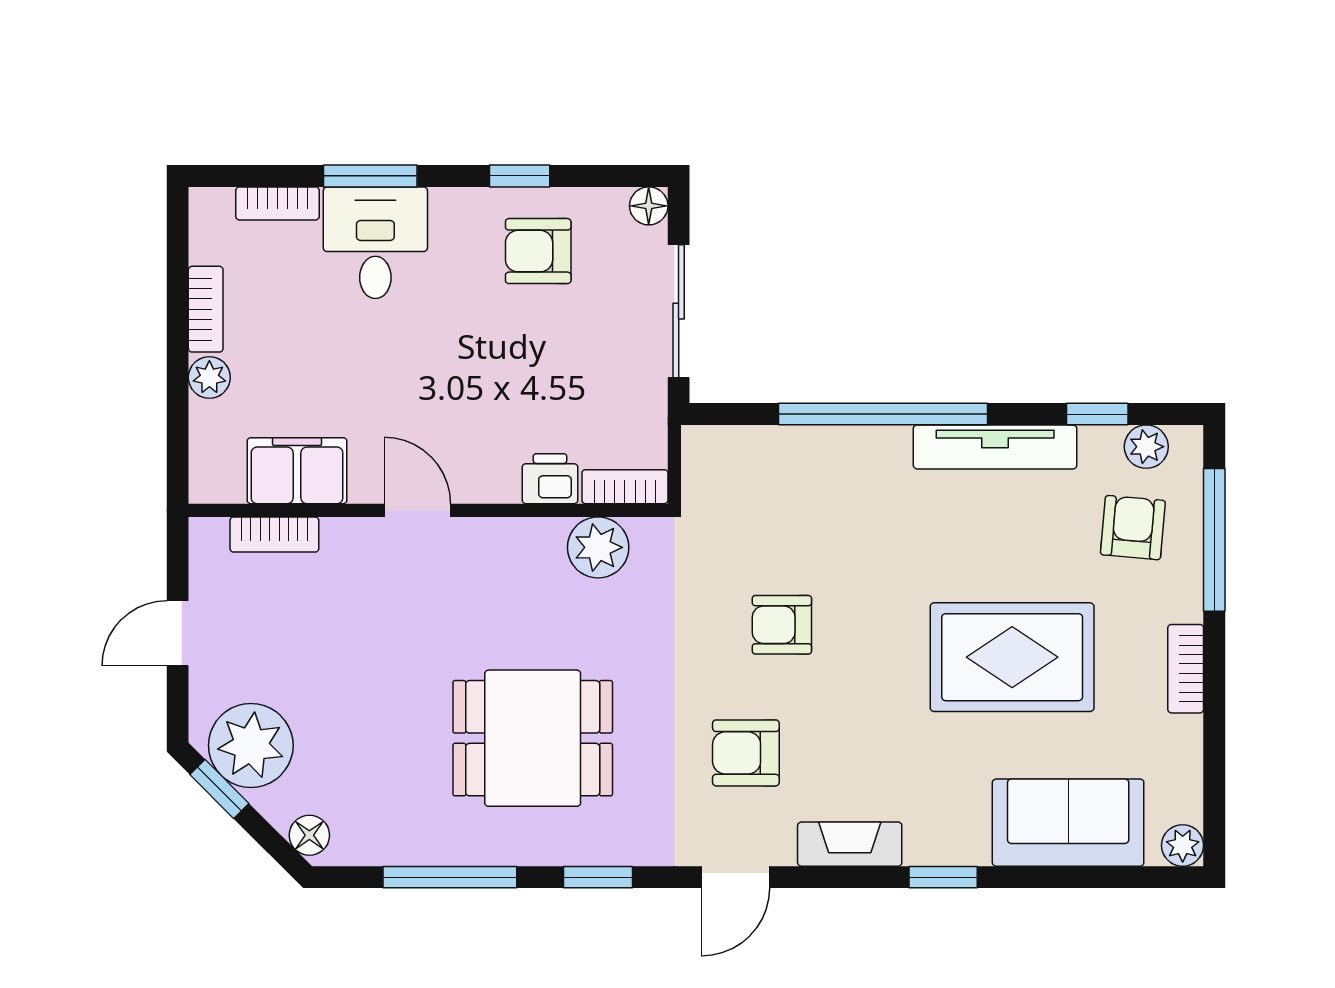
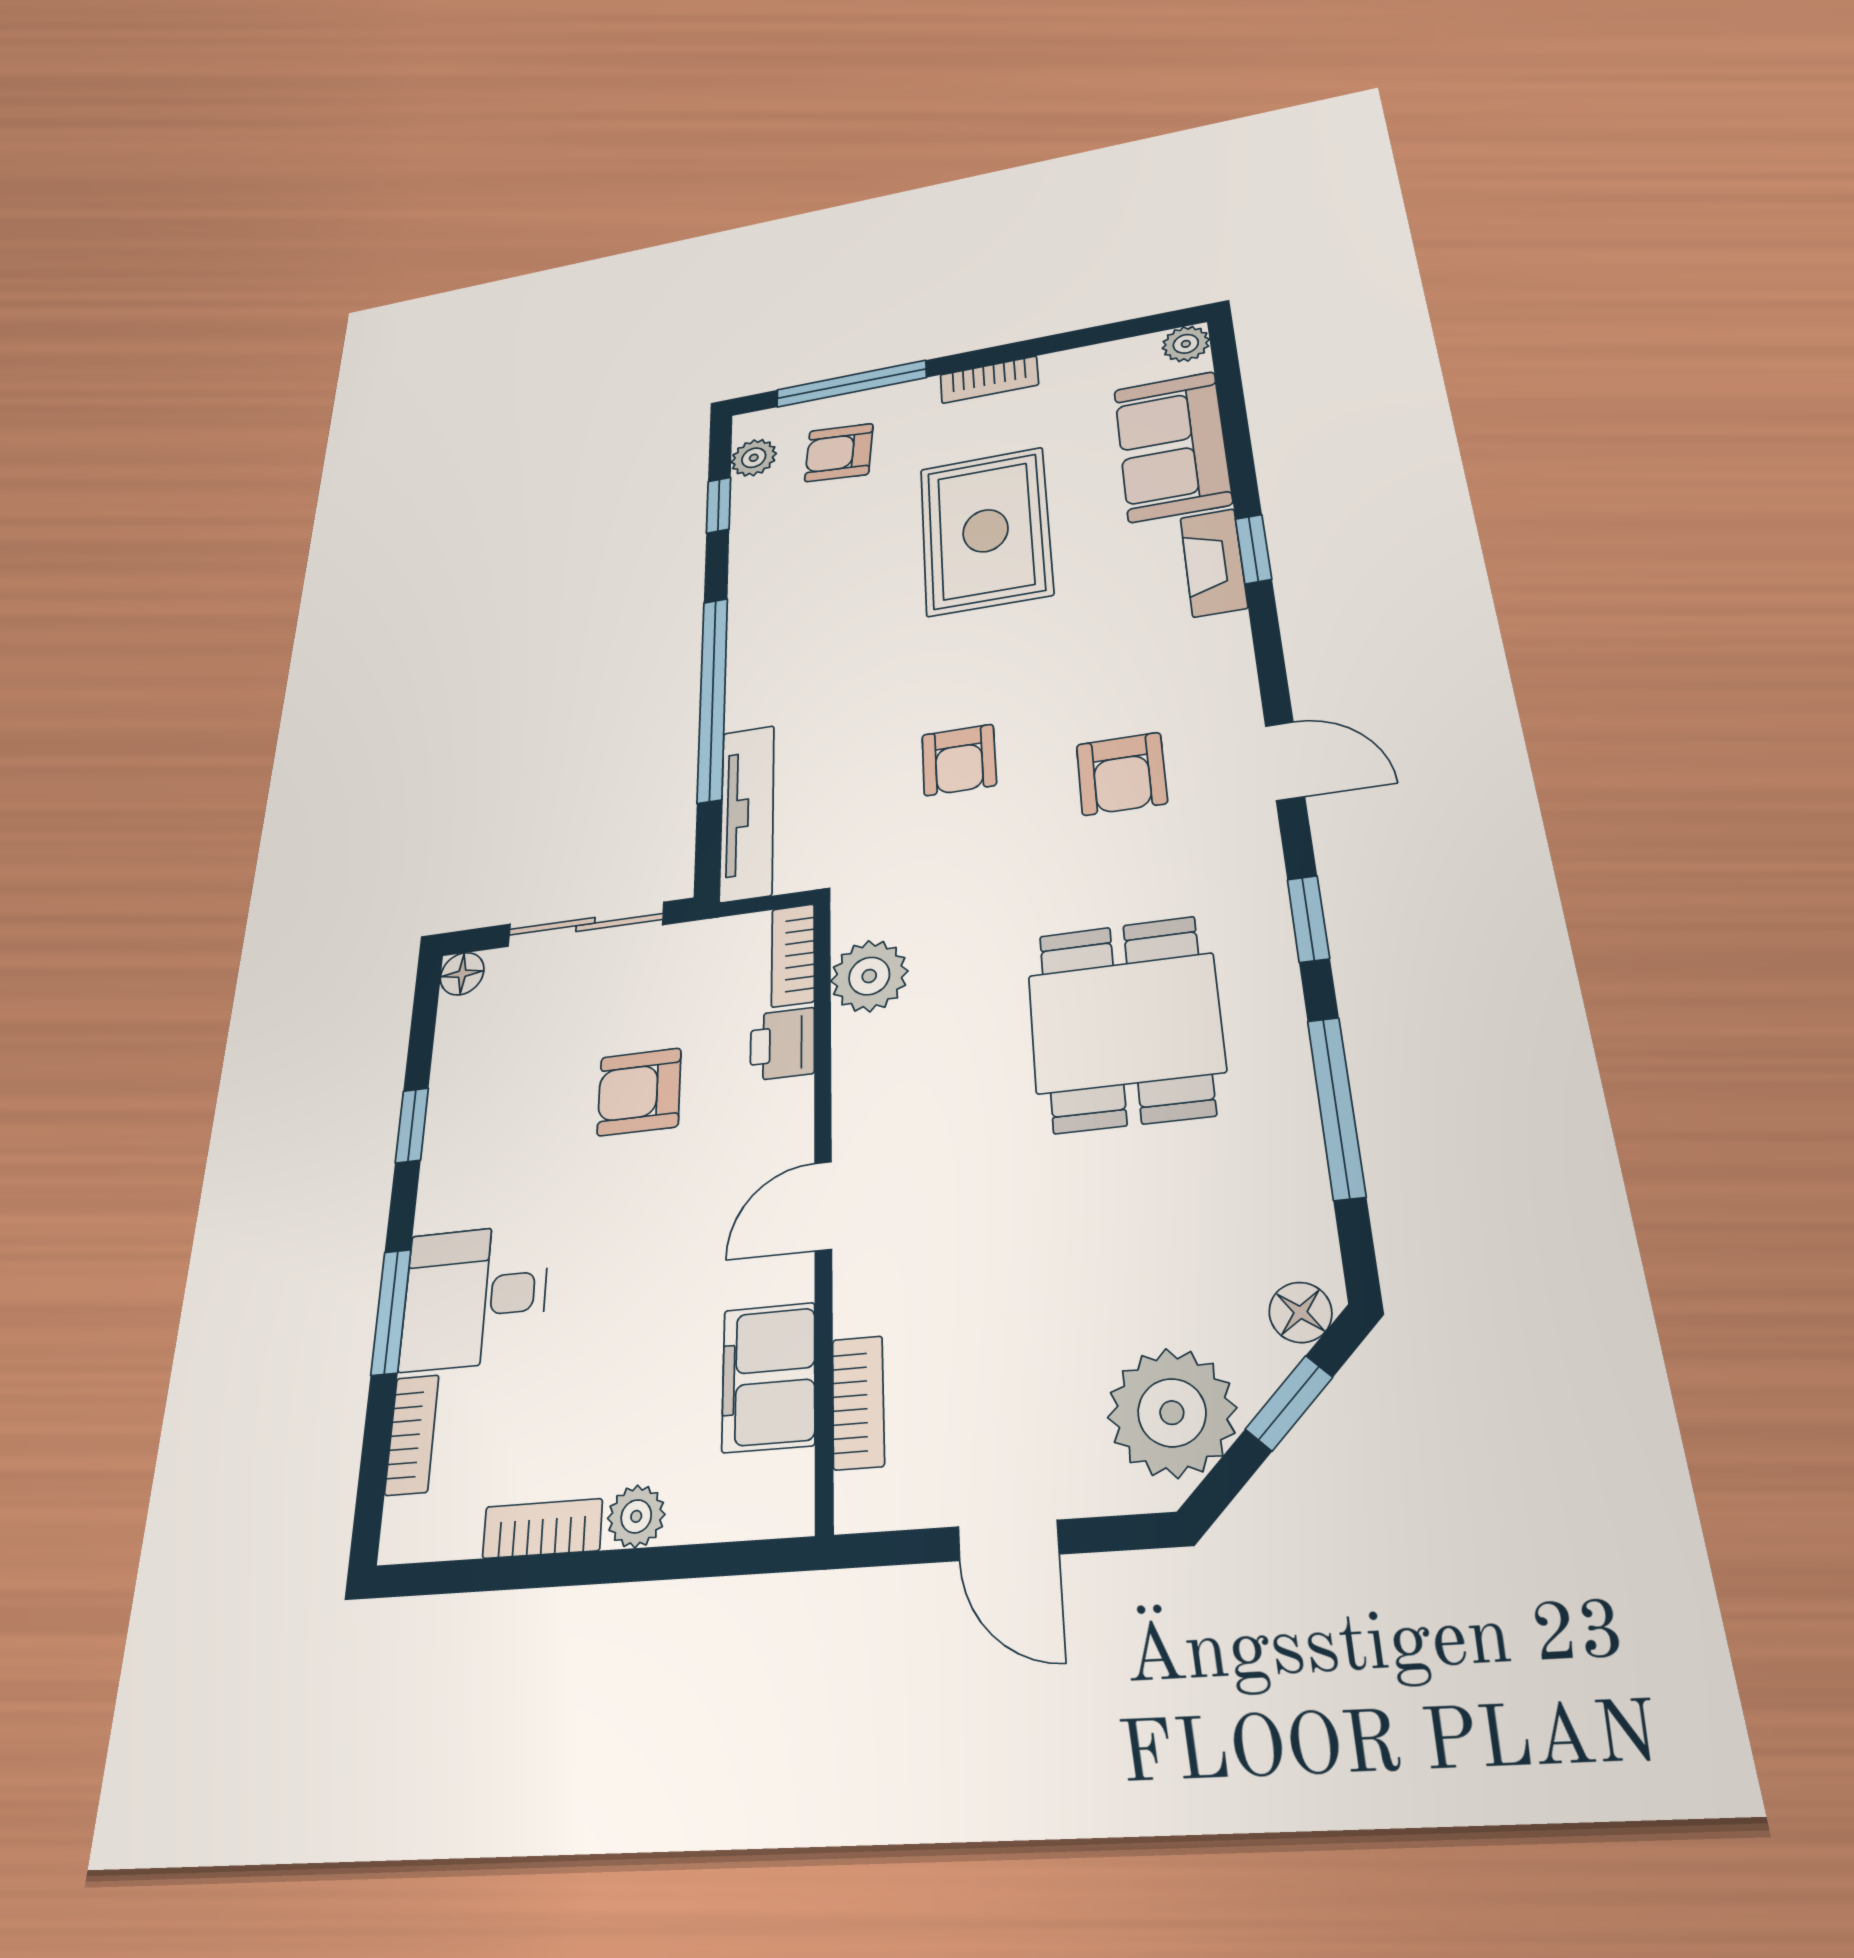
armchair: (538, 251) -> (639, 1092), moved, turned 90
tv unit: (995, 447) -> (747, 813), moved
window: (219, 789) -> (1289, 1403), moved
fireplace: (850, 844) -> (1214, 563), moved

